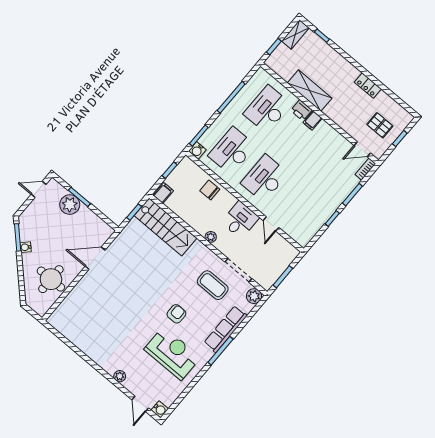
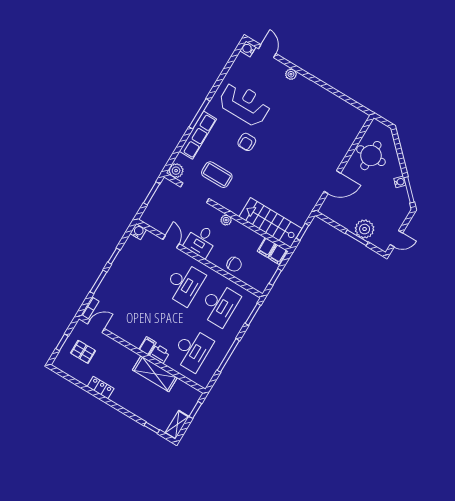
water cooler: (197, 150) -> (138, 231), moved
filing cabinet: (174, 202) -> (266, 247), added
reception desk: (172, 353) -> (245, 104), turned 180

